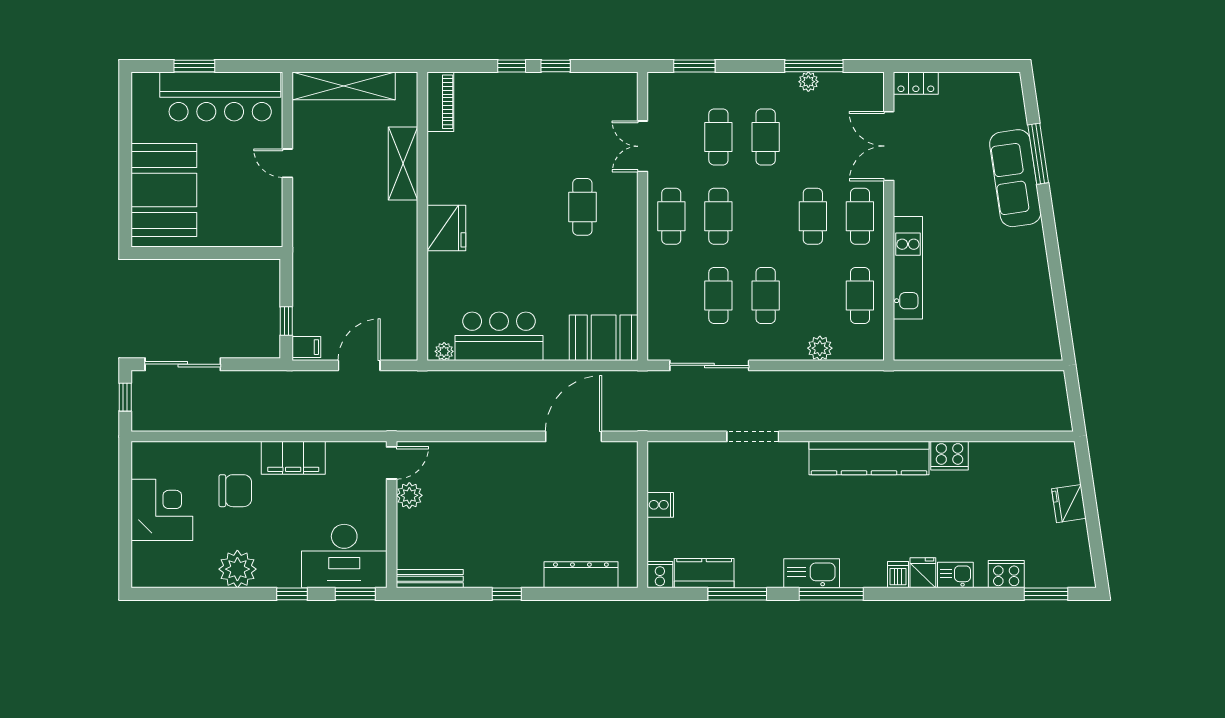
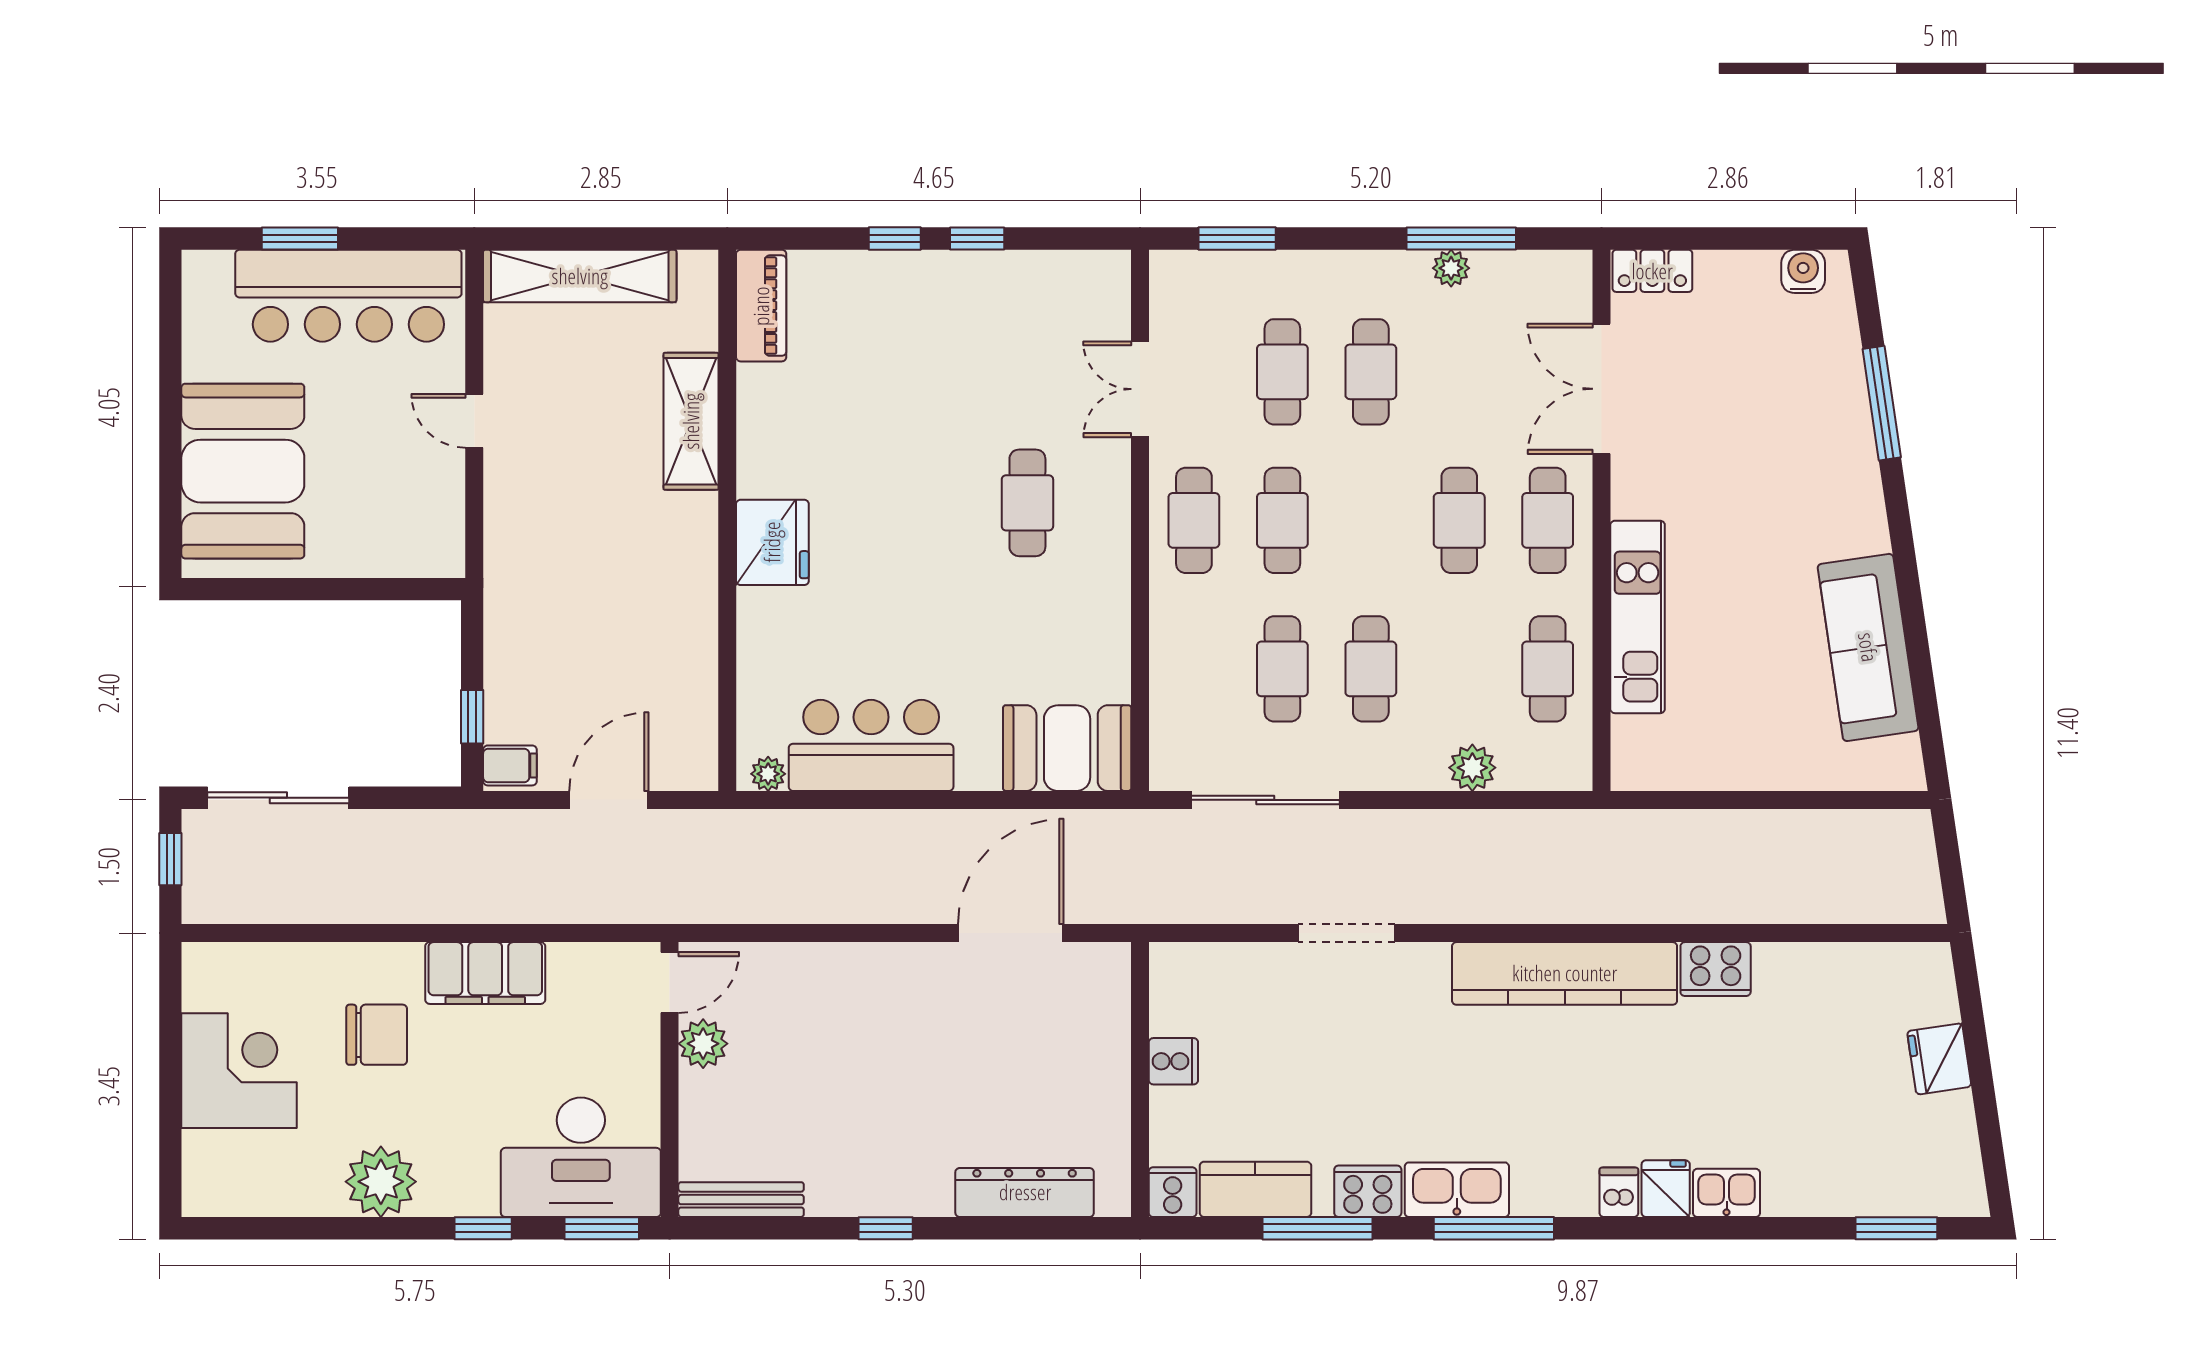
water cooler: (996, 83) -> (1803, 271), added
sofa: (1015, 178) -> (1868, 647), moved
cooker: (1006, 574) -> (1368, 1191), moved

